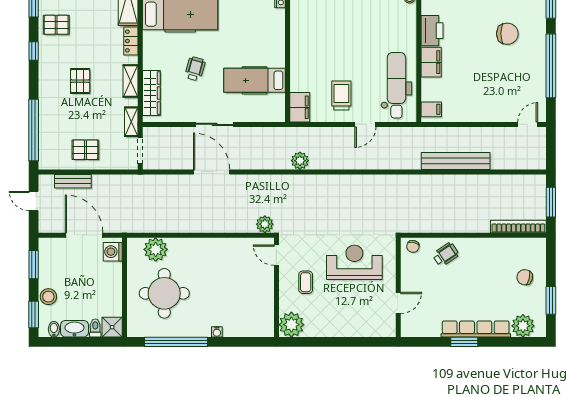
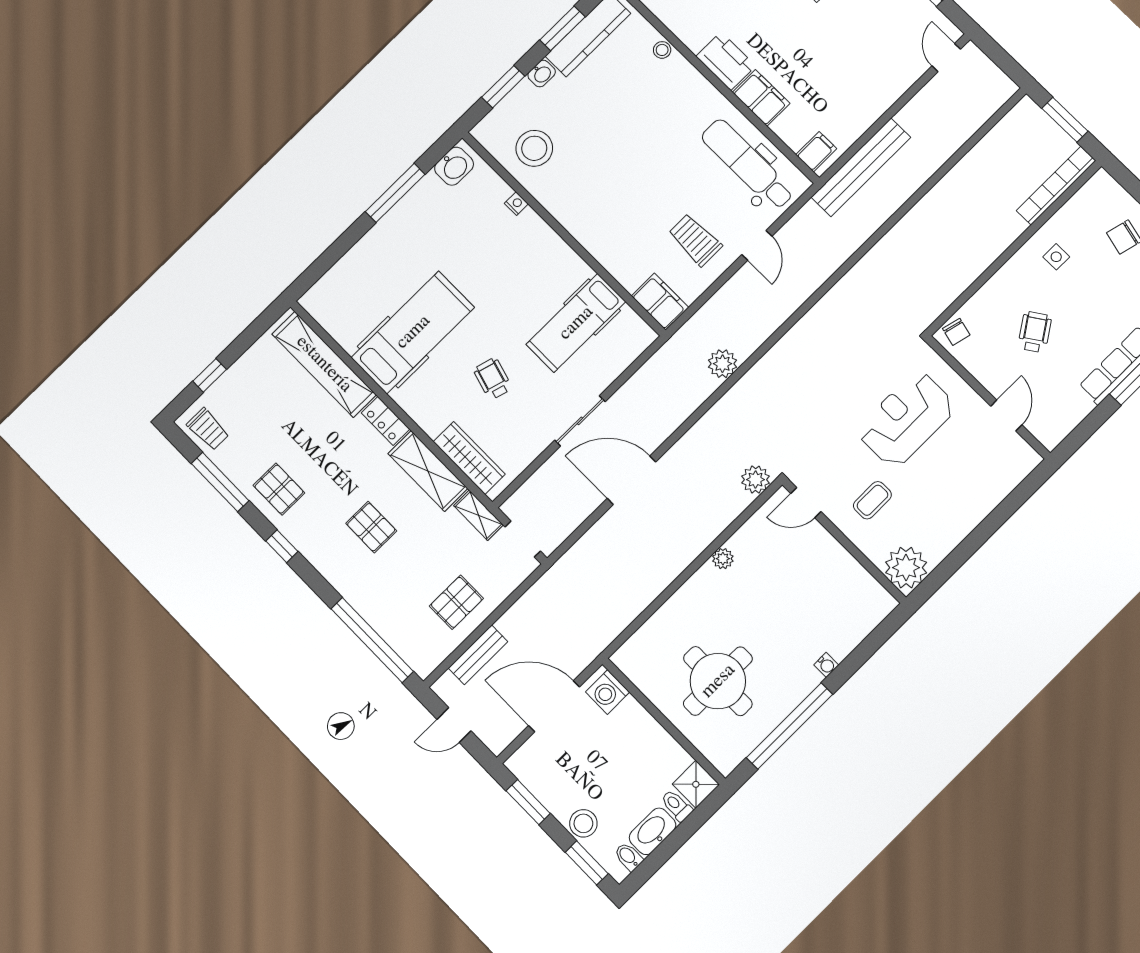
pallet: (56, 25) -> (279, 489), turned 90
shelving: (131, 81) -> (428, 471), width x1.50, depth x1.33
bench: (456, 161) -> (861, 167), moved
plant: (156, 249) -> (723, 559), moved, width x0.53, depth x0.53
wheelchair: (446, 254) -> (1035, 332), moved
side table: (488, 257) -> (1056, 257), added
coffee table: (306, 282) -> (872, 500), turned 90

